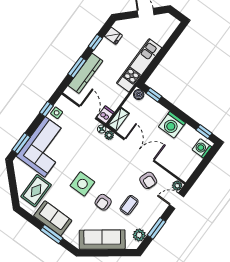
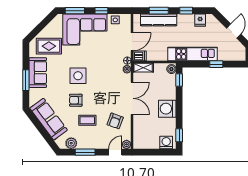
window: (164, 51) -> (216, 64), added
window: (46, 109) -> (101, 11), moved
door: (177, 201) -> (115, 152), hinge flipped

